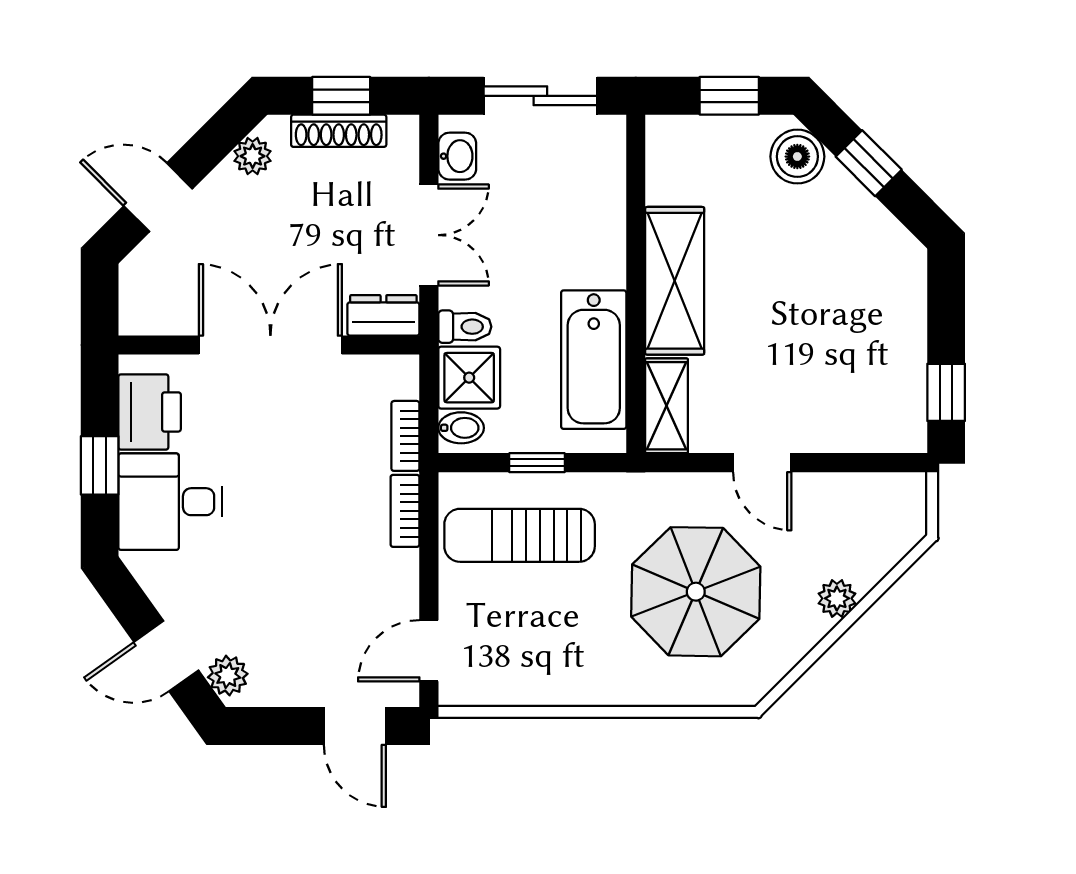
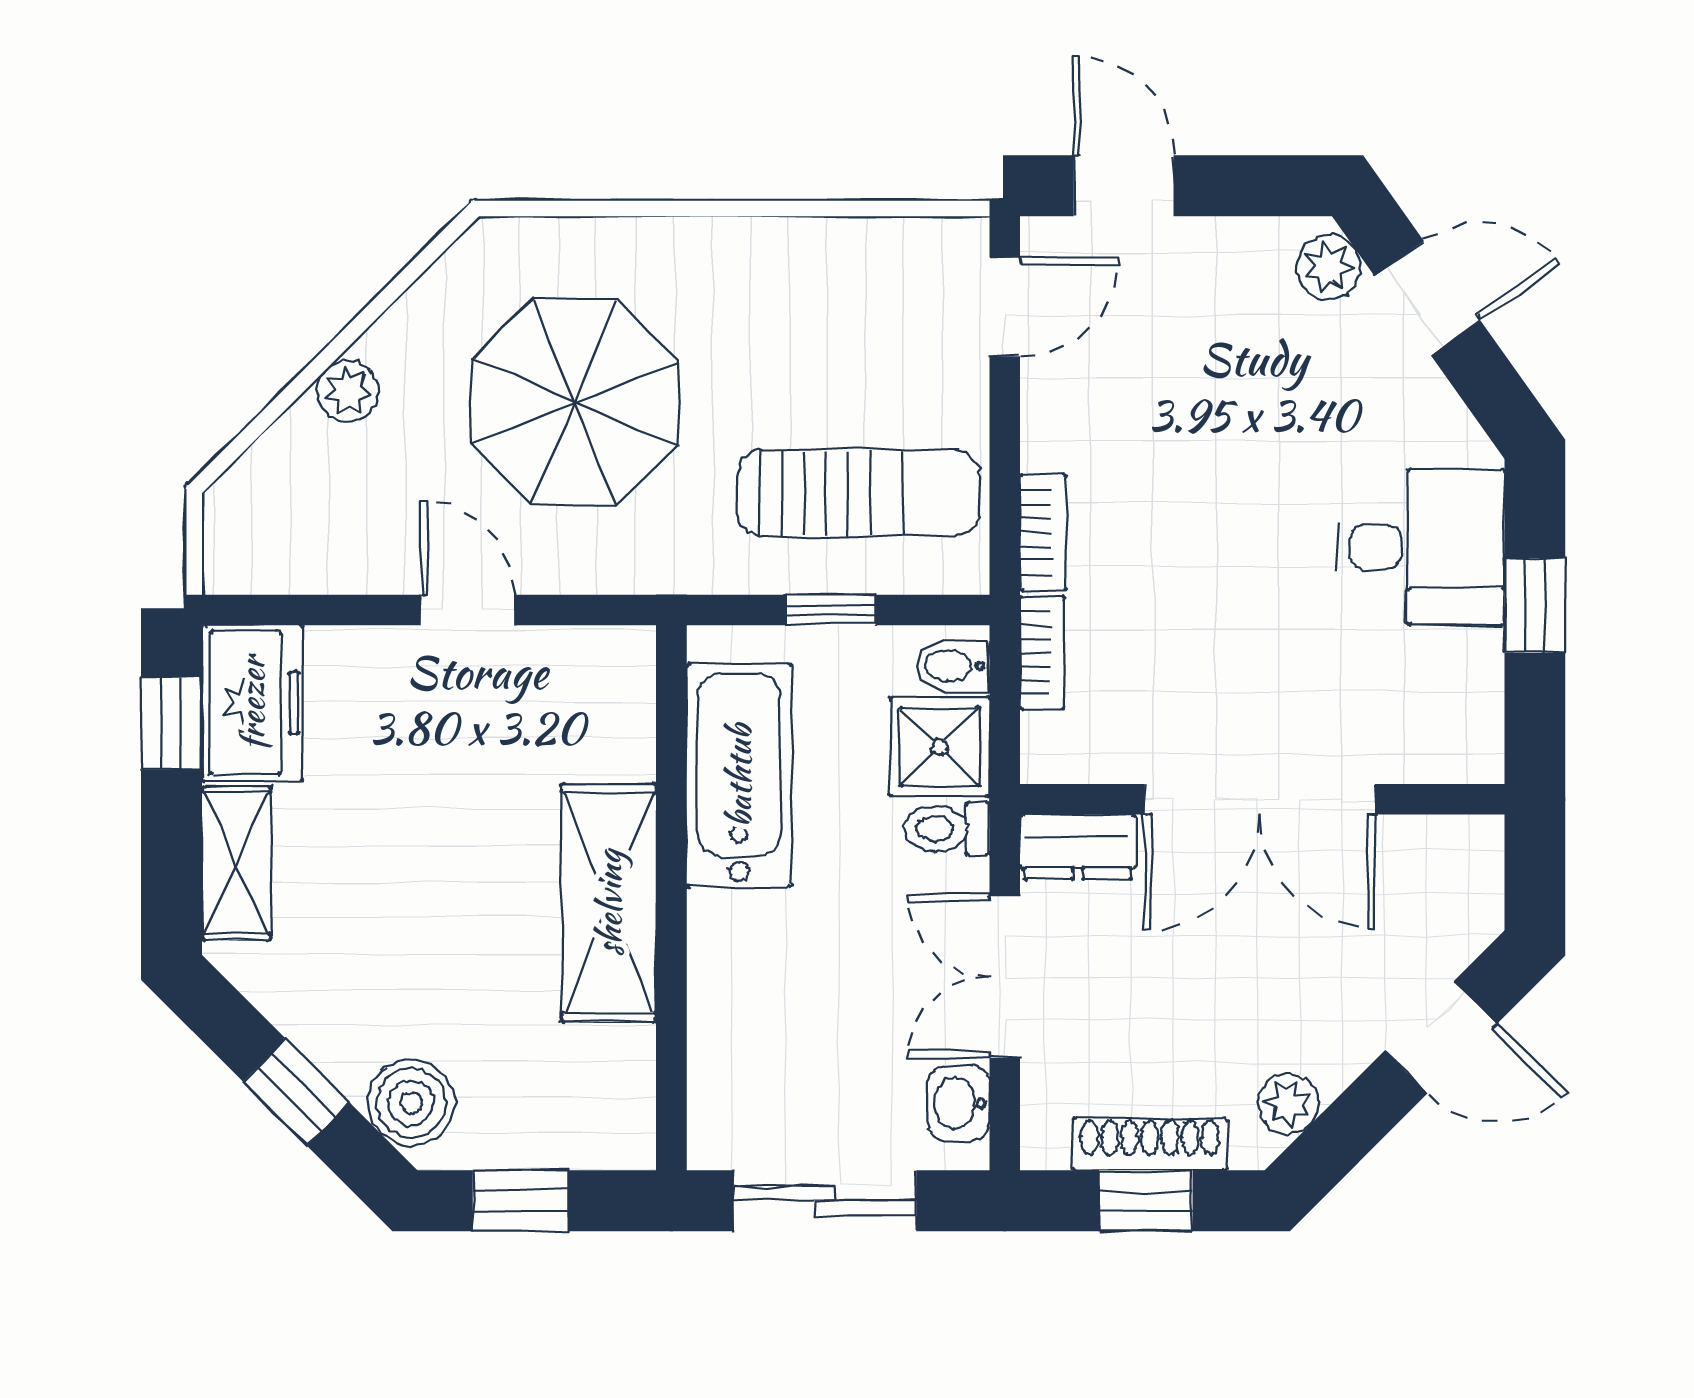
freezer: (896, 405) -> (252, 703), added
shelving: (667, 406) -> (236, 863), moved
printer: (150, 412) -> (1454, 691), removed

